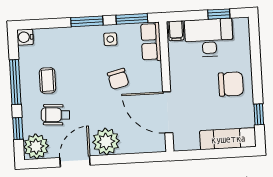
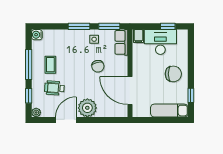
plant: (36, 146) -> (36, 112), width x0.53, depth x0.53

